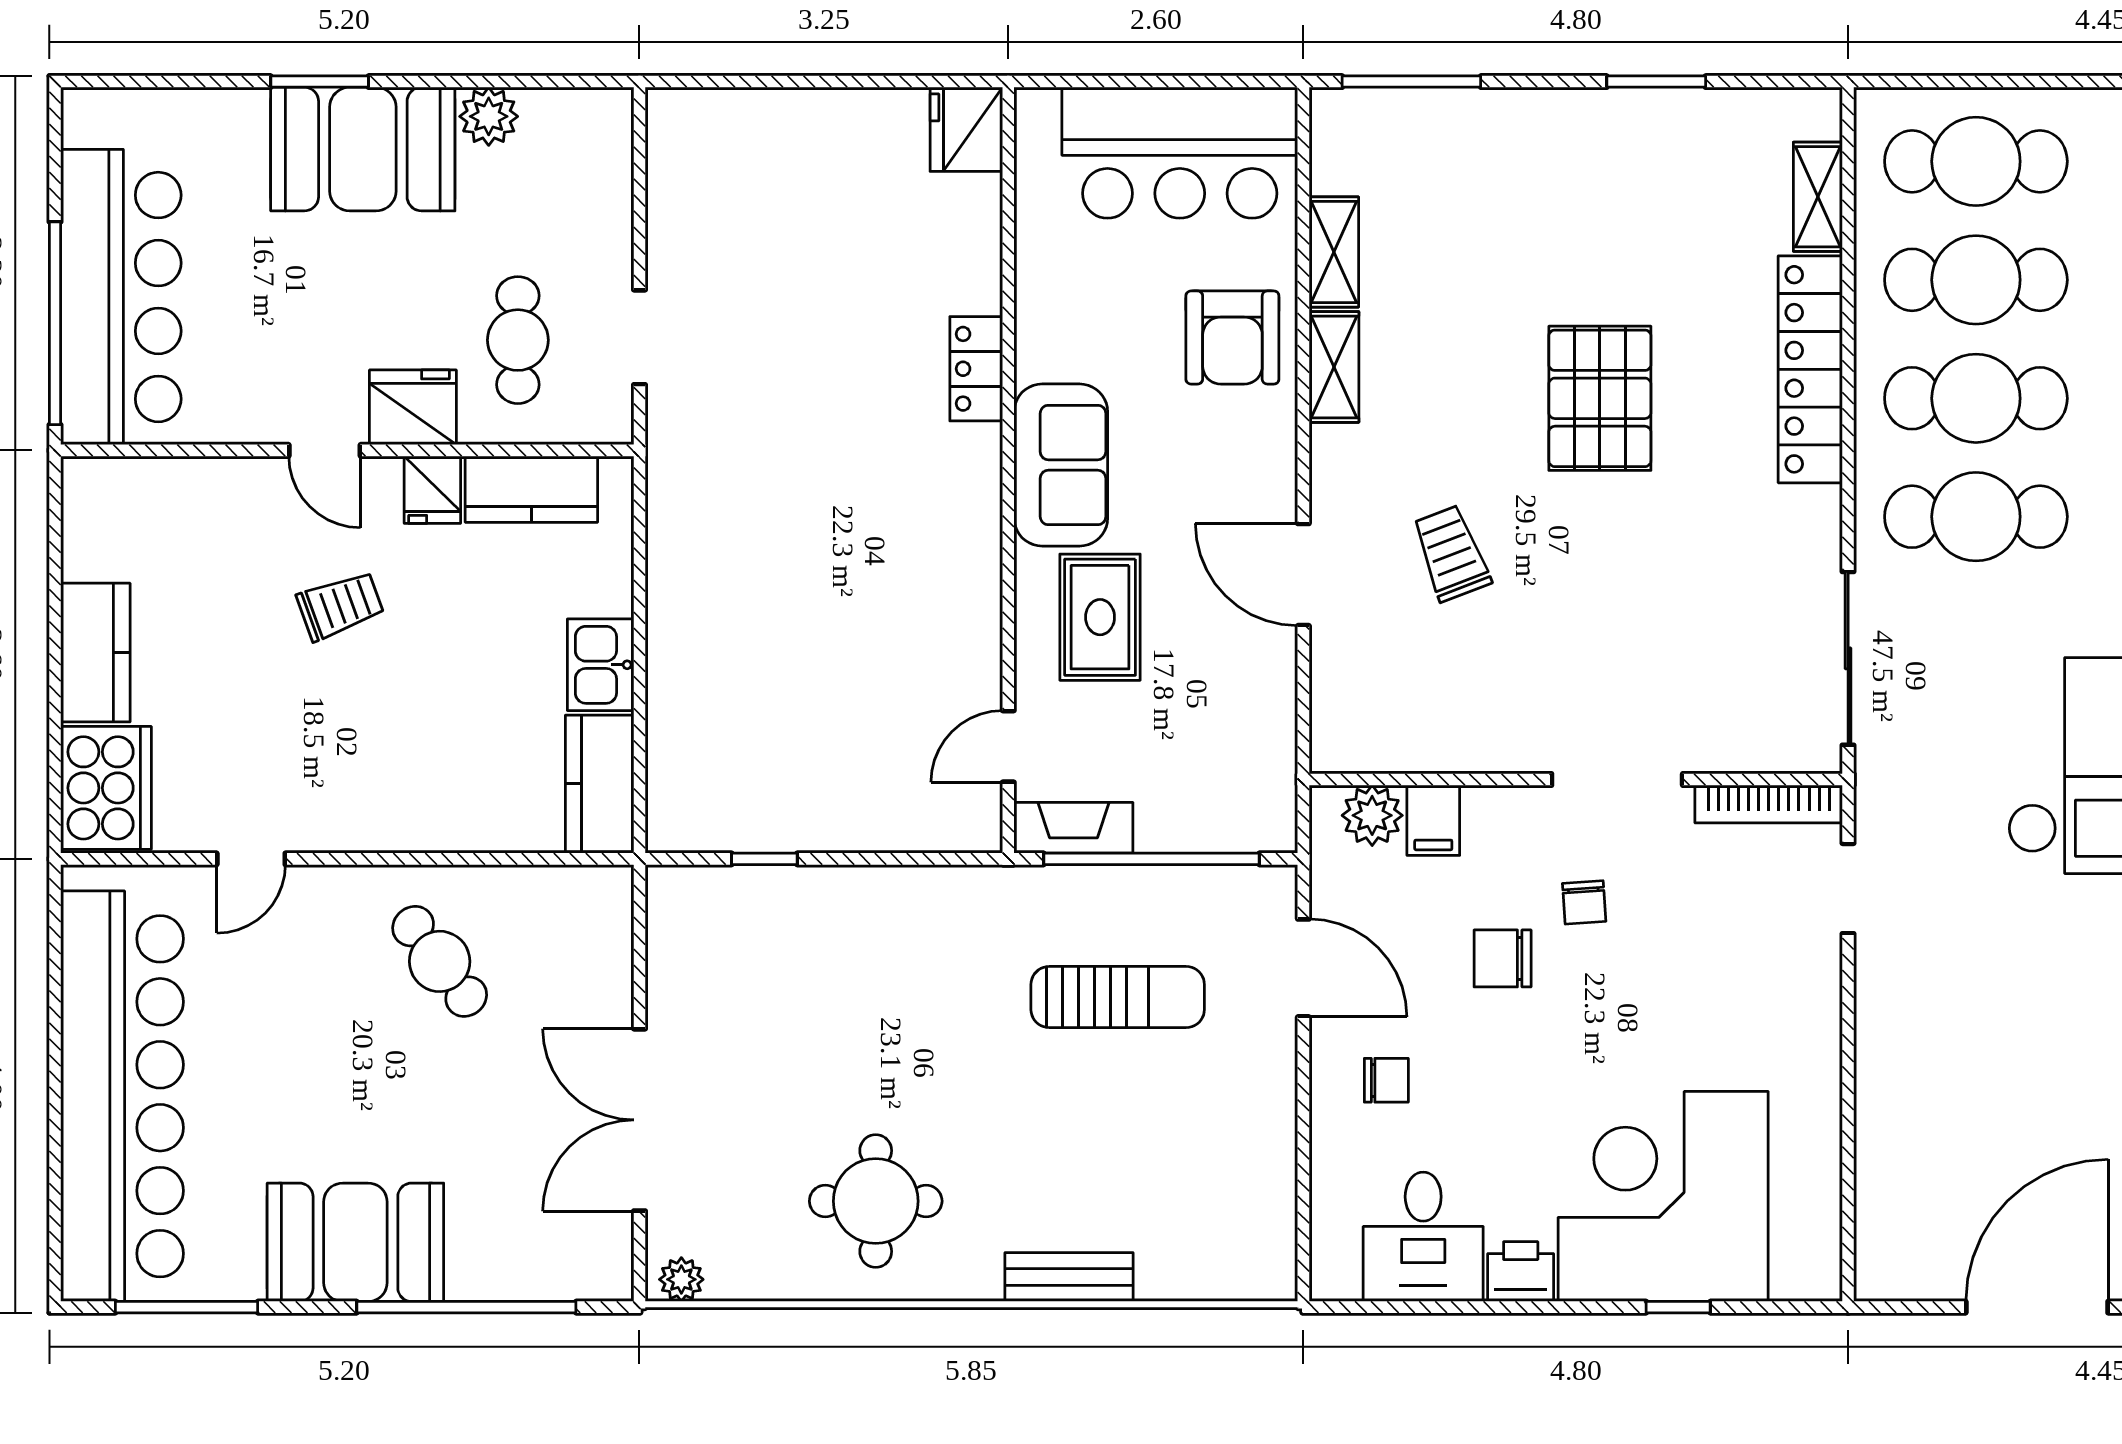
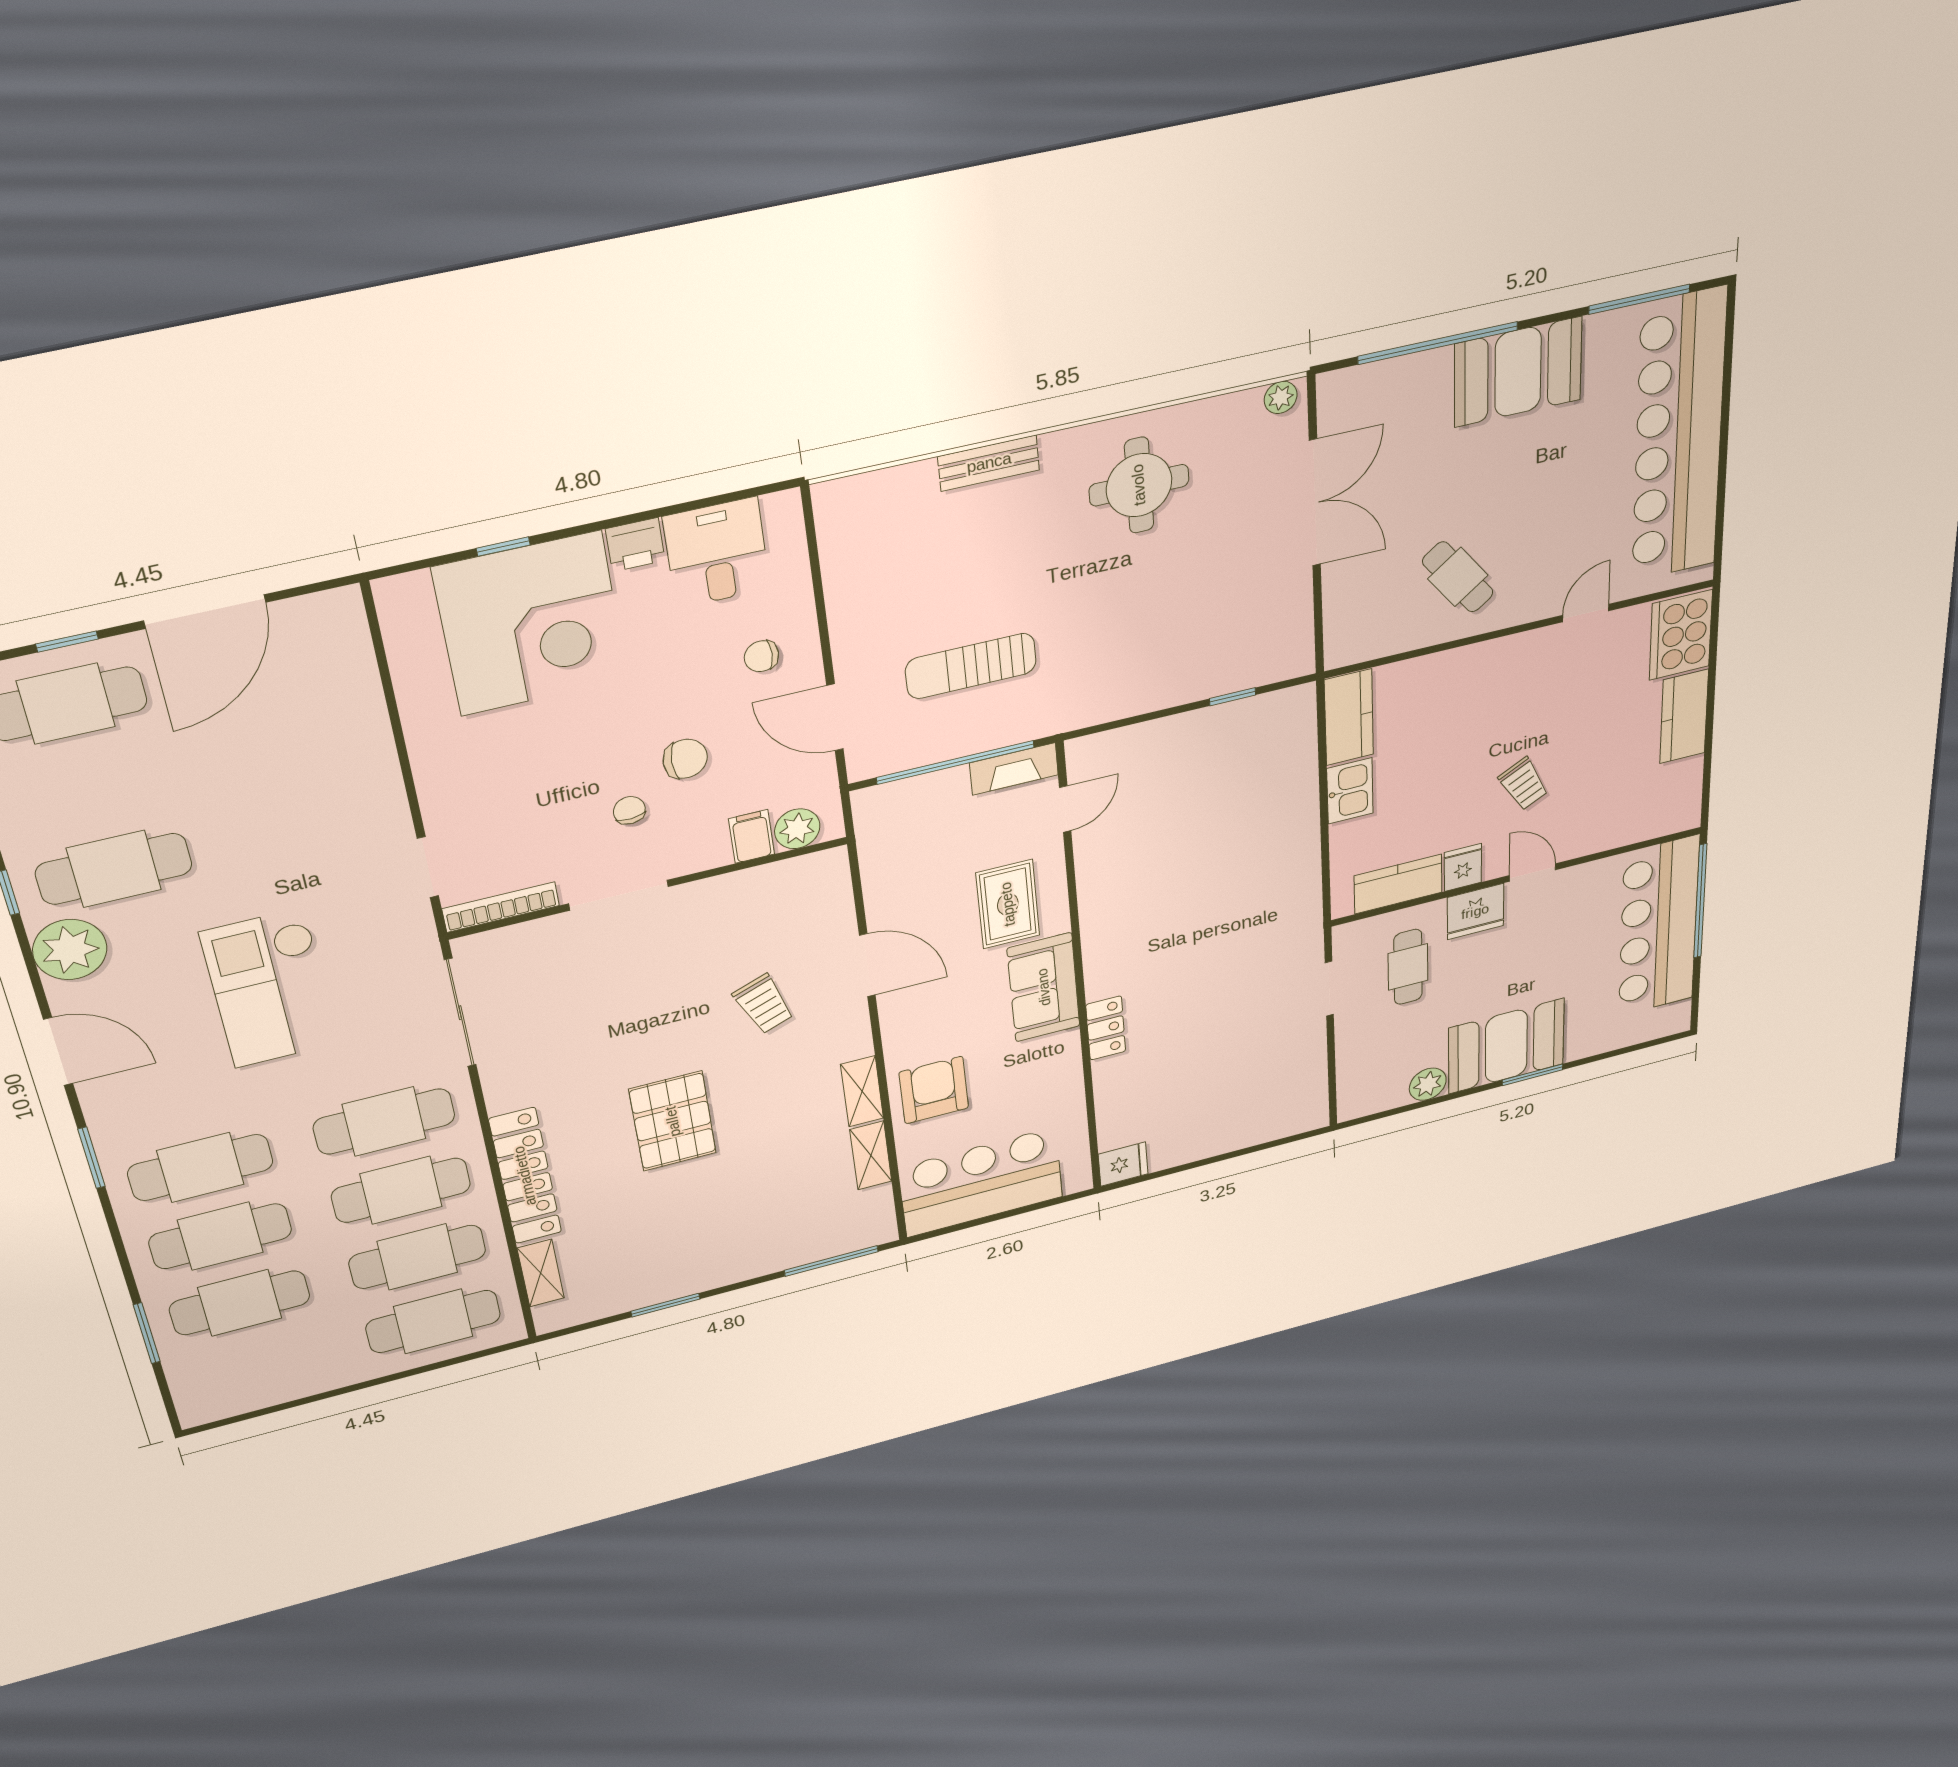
fridge: (966, 129) -> (1123, 1164), width x0.72
trolley: (340, 606) -> (1524, 784), turned -98

